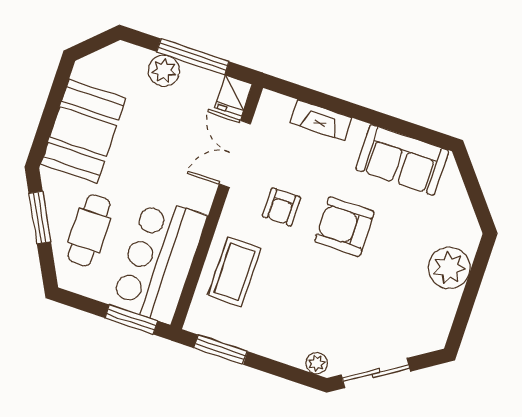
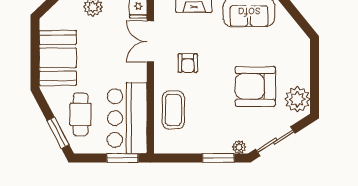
window: (40, 218) -> (58, 133), moved
armchair: (344, 227) -> (255, 86), moved, width x1.36, depth x1.36
plant: (449, 268) -> (297, 99), moved
window: (220, 350) -> (218, 158), moved

